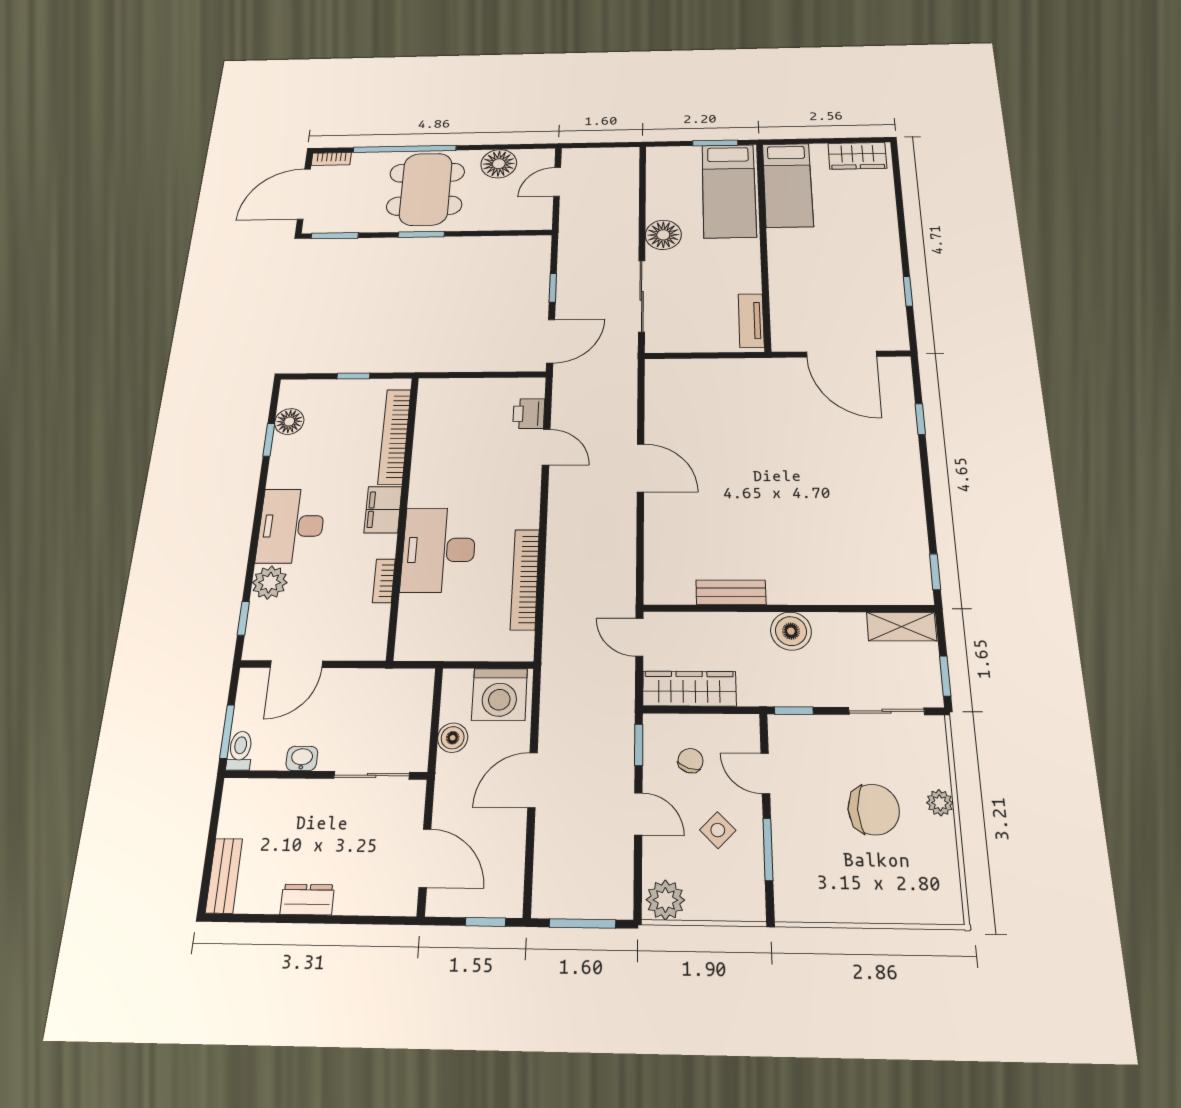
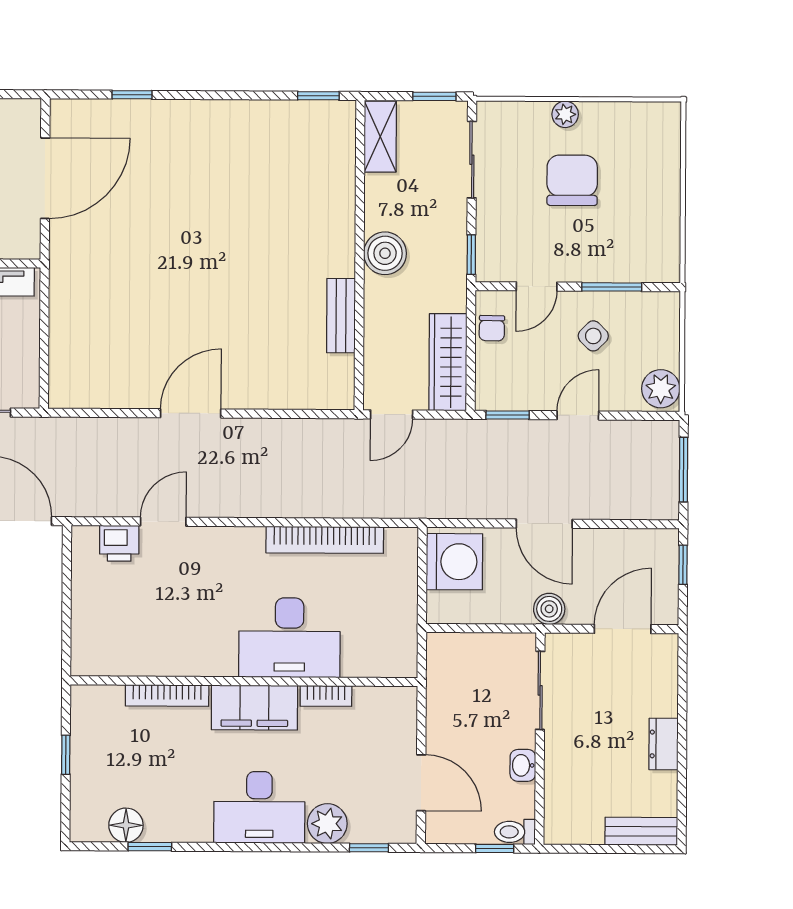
bookcase: (395, 436) -> (167, 696), width x0.68, depth x0.76
filing cabinet: (383, 510) -> (254, 708), width x1.50, depth x1.17
window: (227, 732) -> (495, 848), width x0.67
boiler: (453, 738) -> (549, 609), moved
chair: (690, 761) -> (492, 328), moved, turned -107

